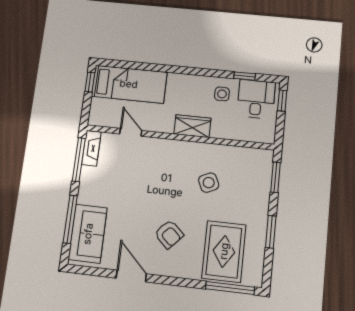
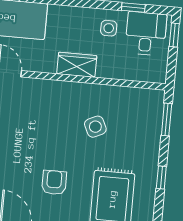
window: (271, 232) -> (161, 177), width x0.67
armchair: (169, 234) -> (54, 183), turned -133

